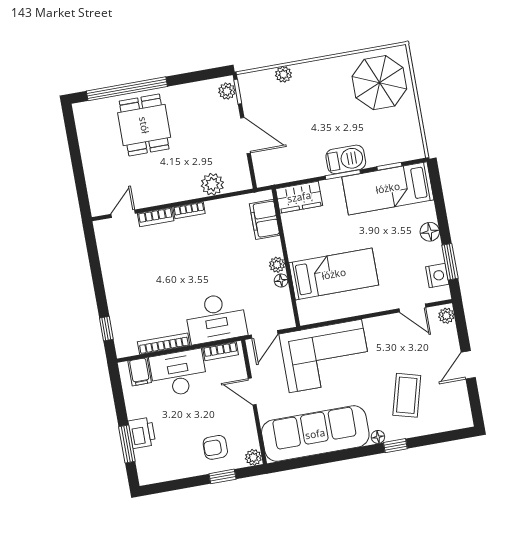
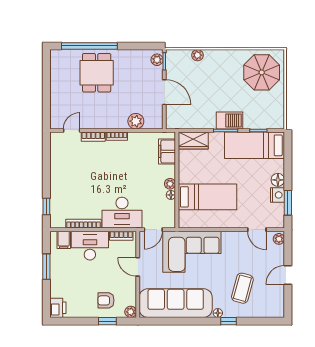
nightstand: (437, 276) -> (278, 195), moved
printer: (142, 433) -> (58, 308), moved
window: (127, 444) -> (46, 267), moved

